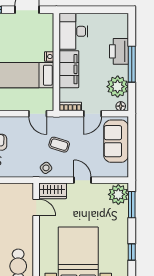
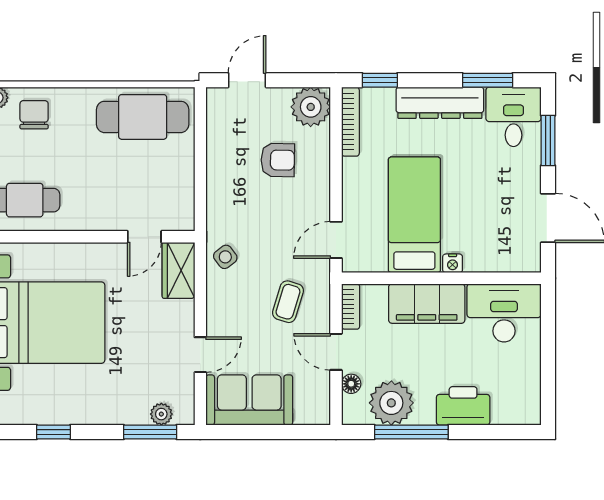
window: (132, 64) -> (411, 432), moved
floor lamp: (121, 106) -> (351, 384), moved
sofa: (116, 141) -> (249, 400), moved
coffee table: (59, 145) -> (288, 302), moved
door: (82, 180) -> (200, 355), moved
plant: (118, 194) -> (161, 414), width x0.53, depth x0.53

